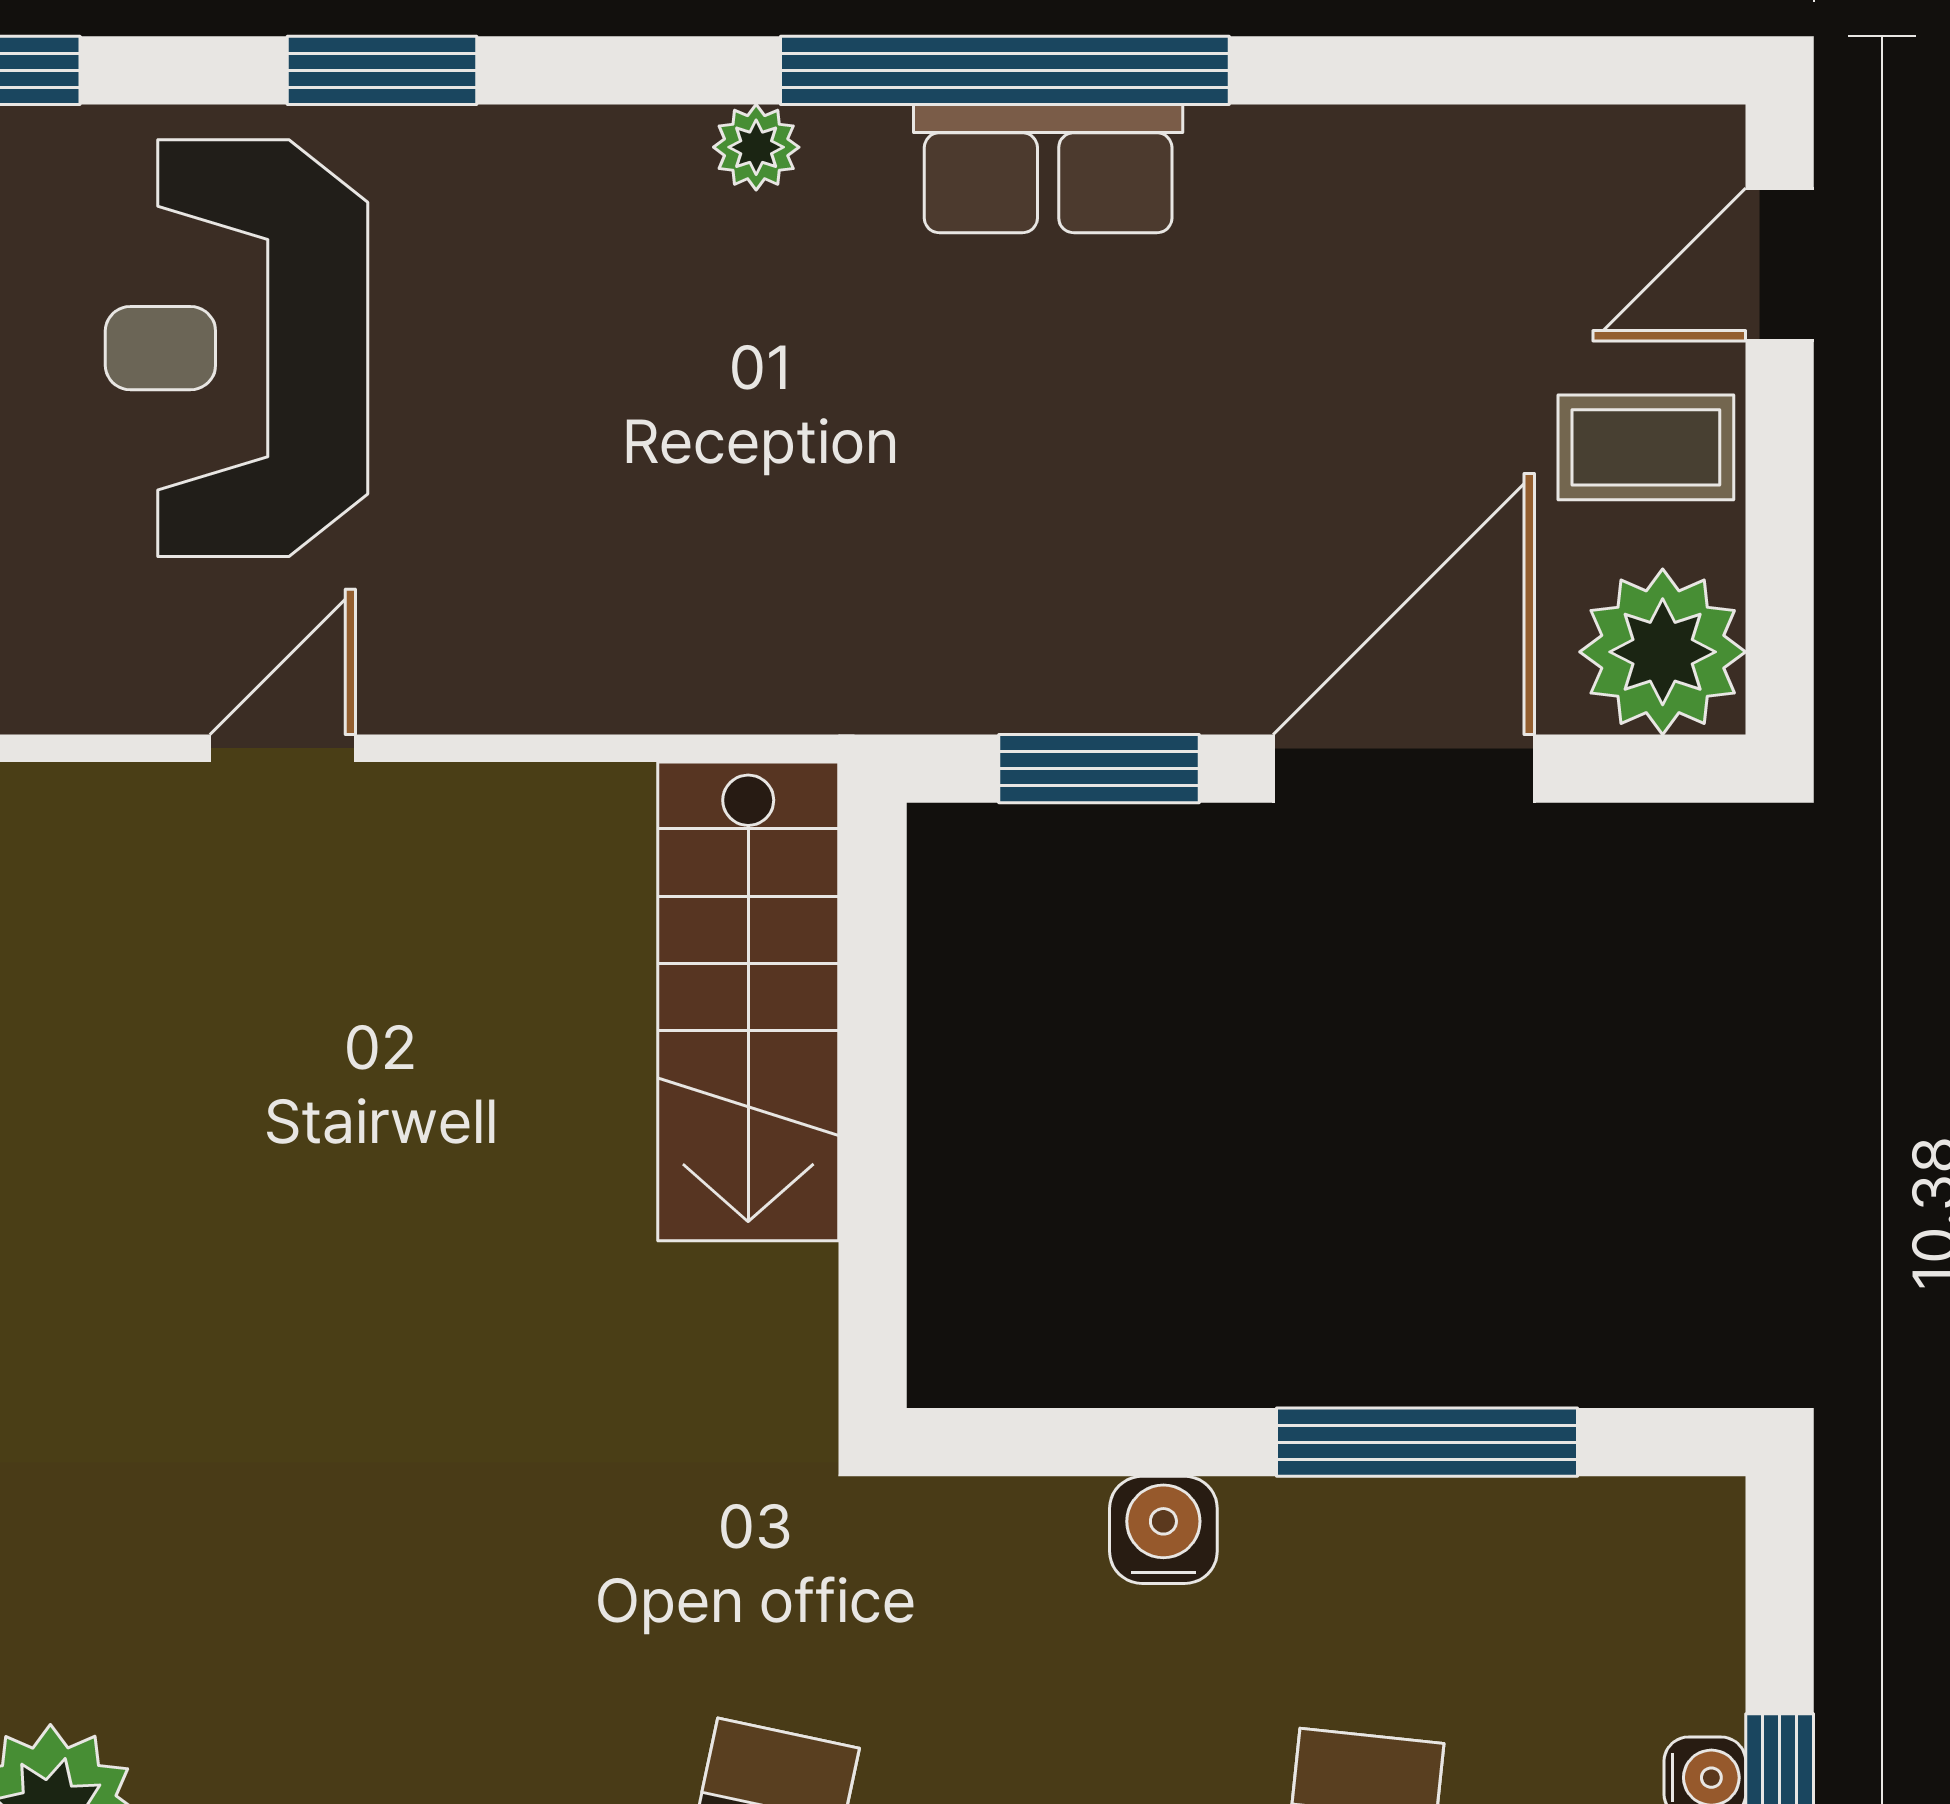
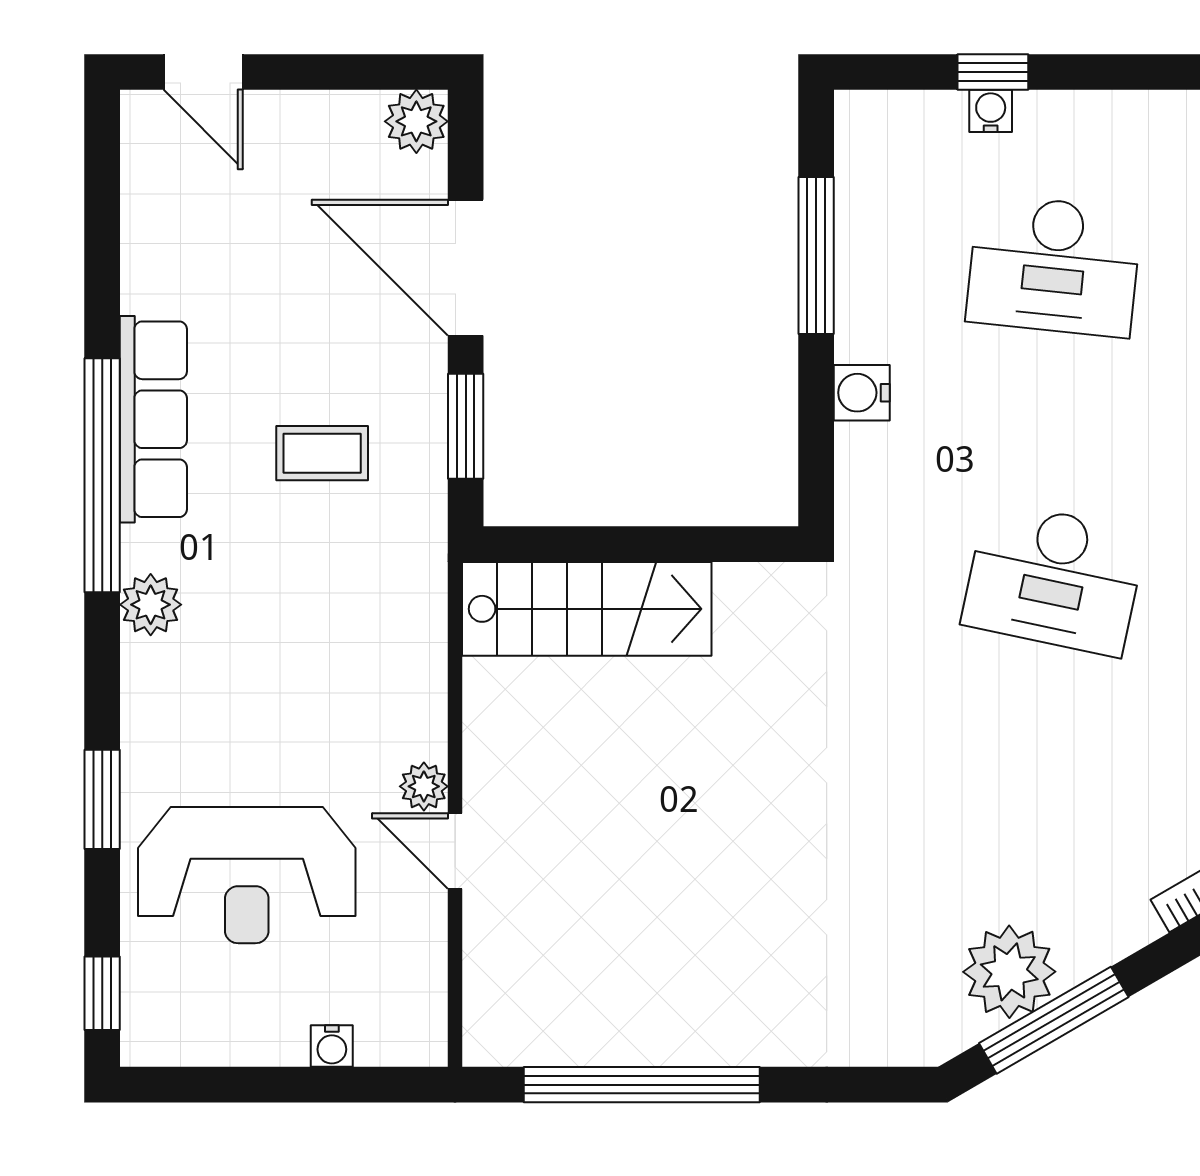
plant: (756, 147) -> (151, 605), width x1.38, depth x1.38
row of seats: (1048, 169) -> (153, 419), width x1.48
coffee table: (1646, 447) -> (322, 453), moved, turned 90
plant: (1663, 652) -> (416, 121), width x0.73, depth x0.73
plant: (407, 688) -> (424, 786), added

